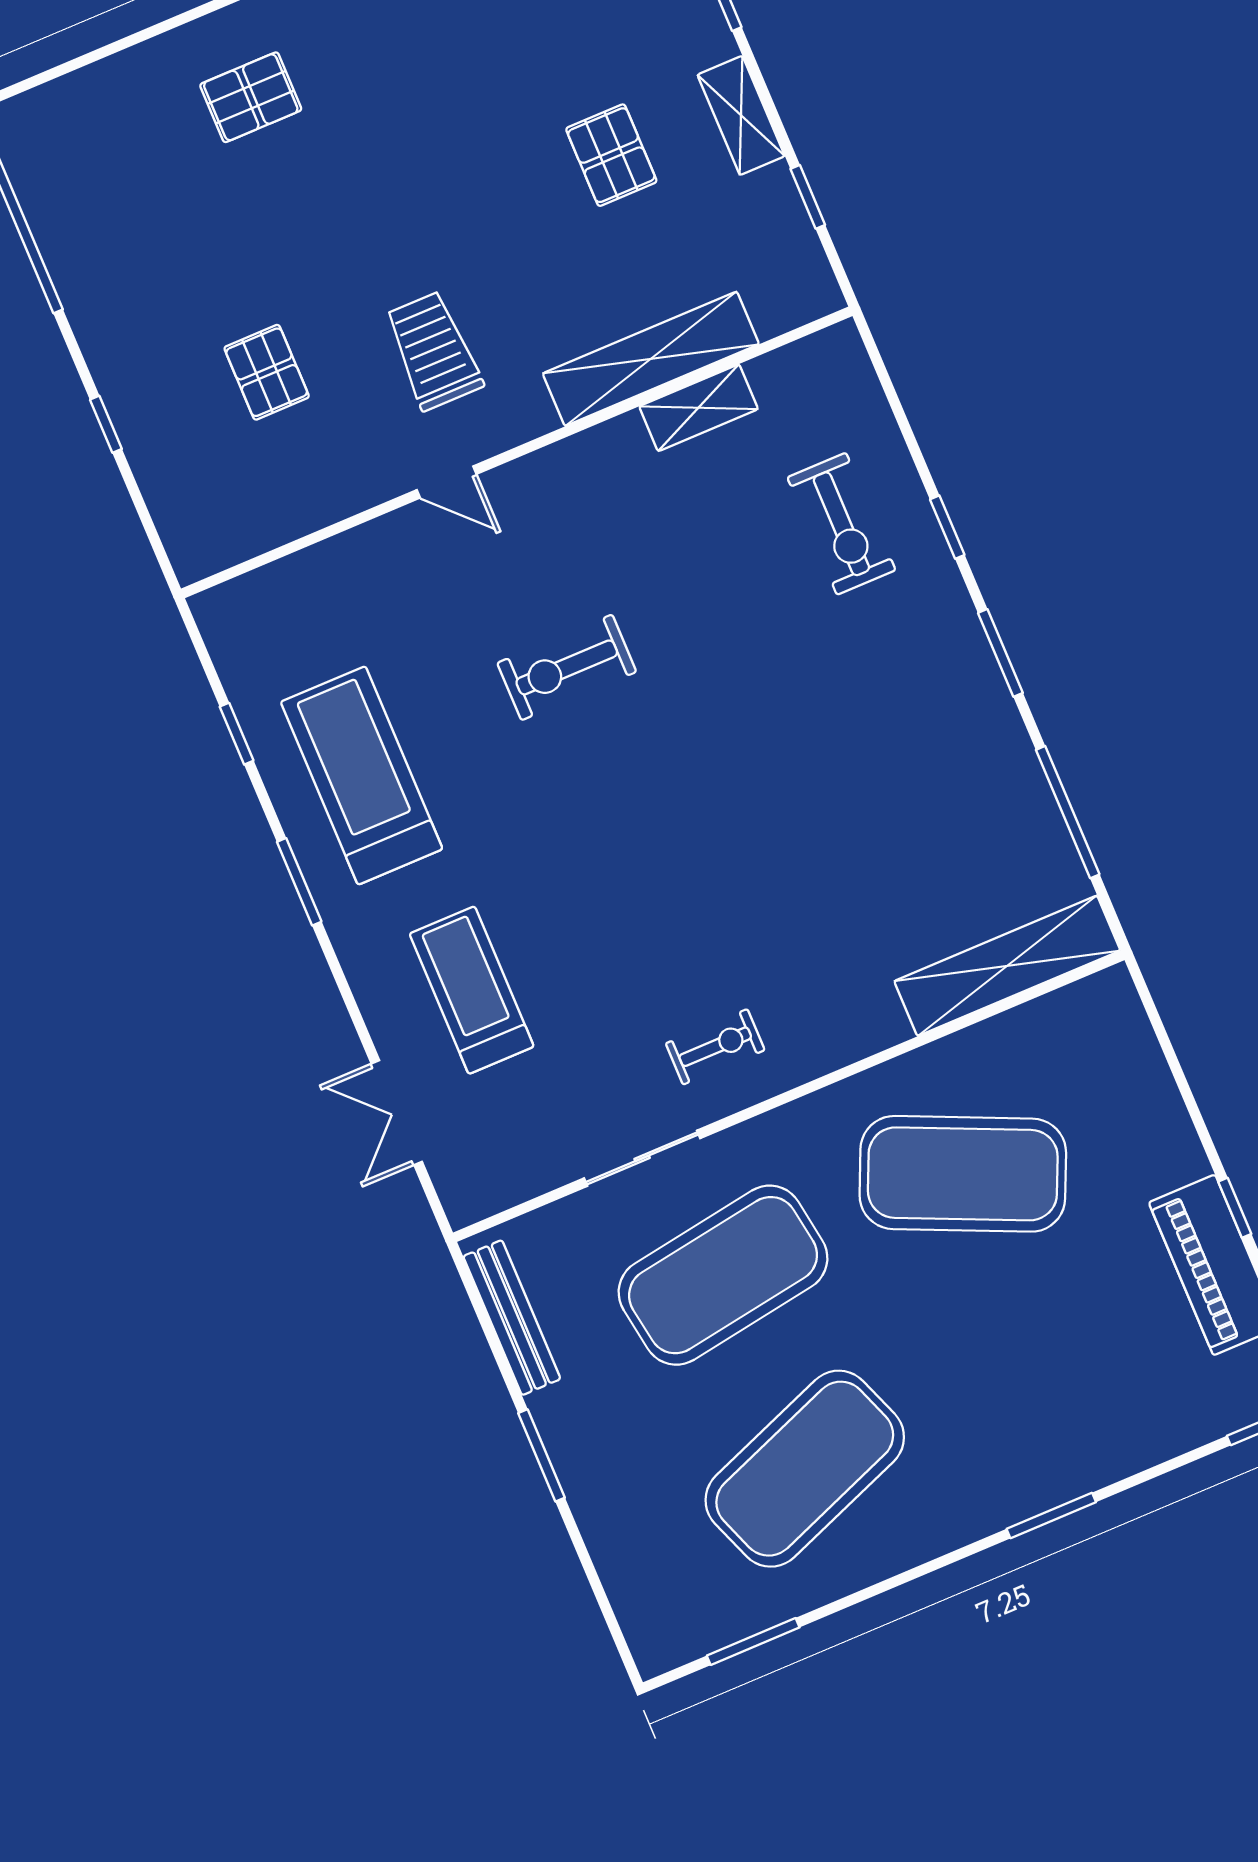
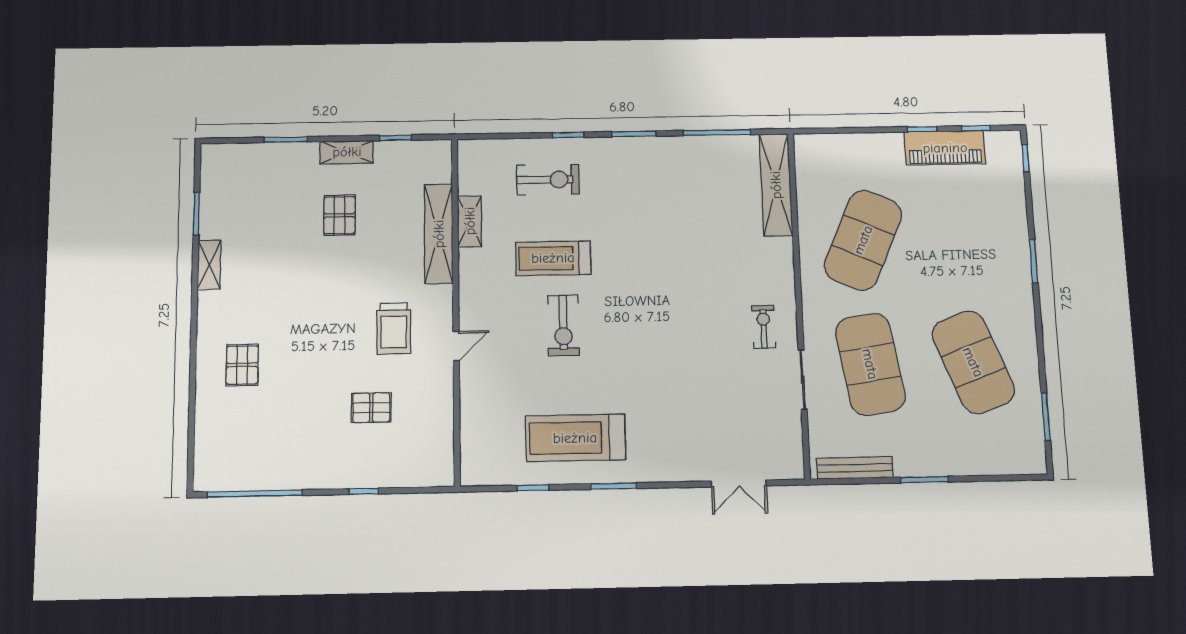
pallet: (611, 155) -> (339, 215), turned 90
trolley: (433, 351) -> (394, 328), turned -90
treadmill: (472, 990) -> (553, 258), moved

